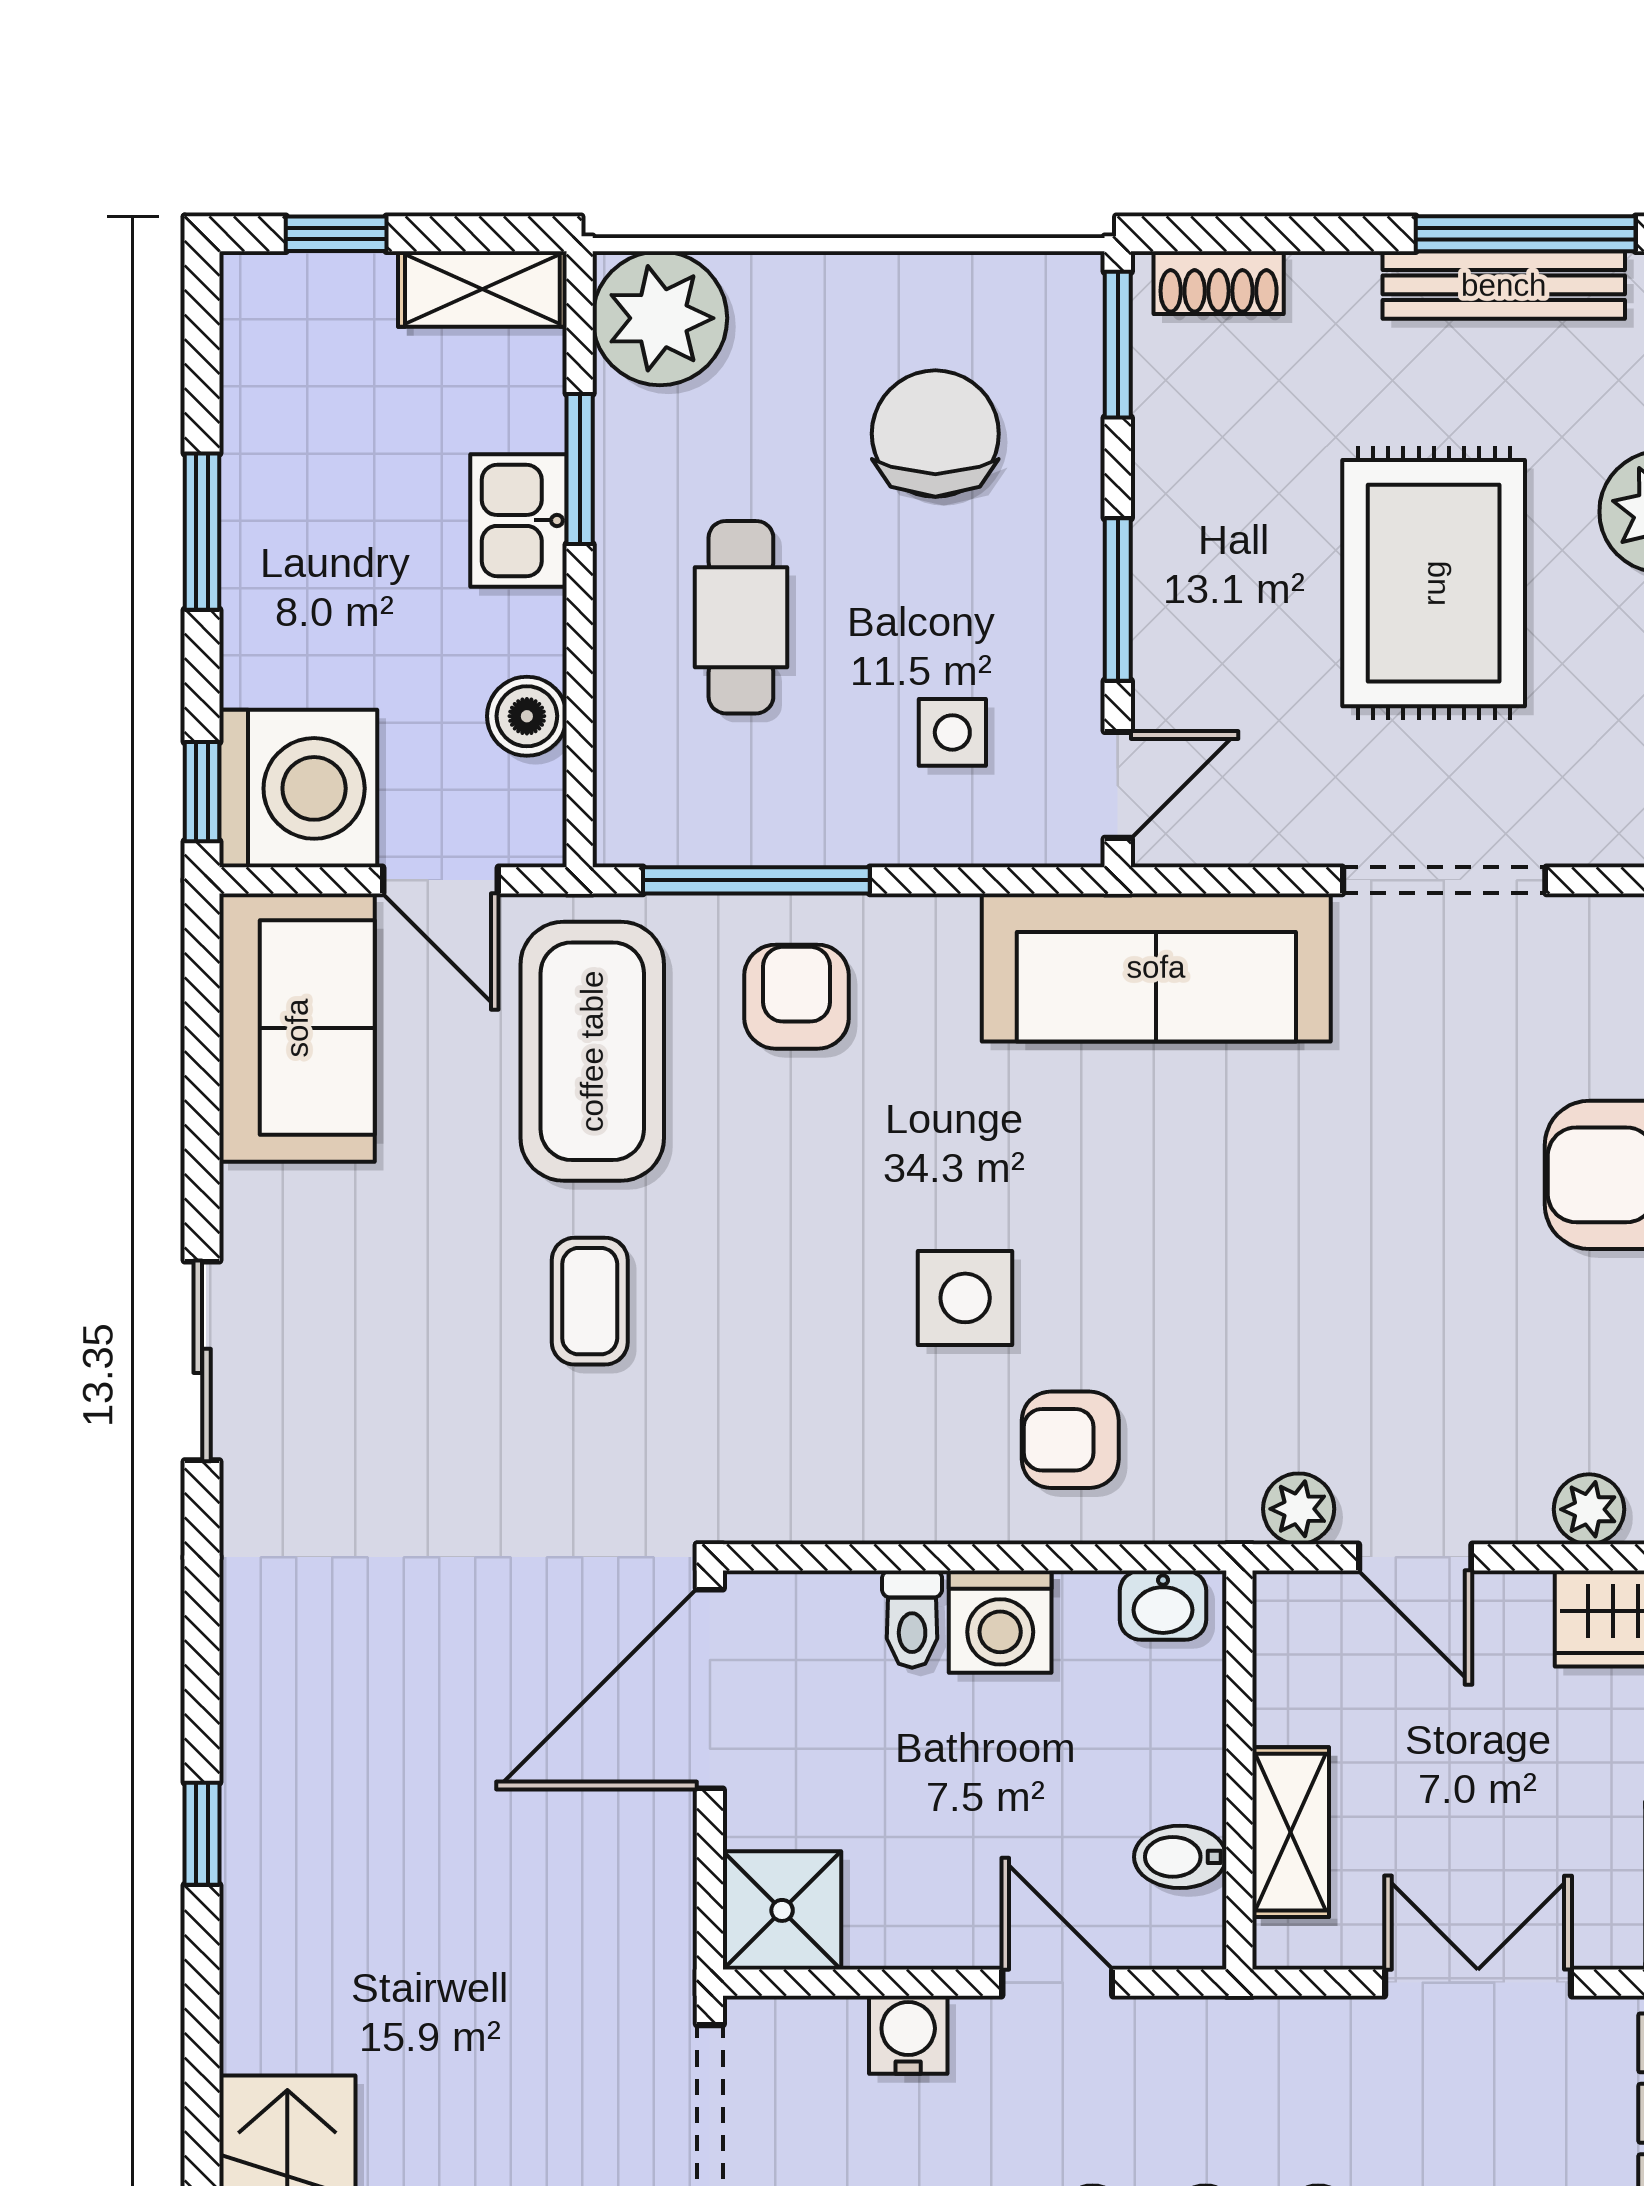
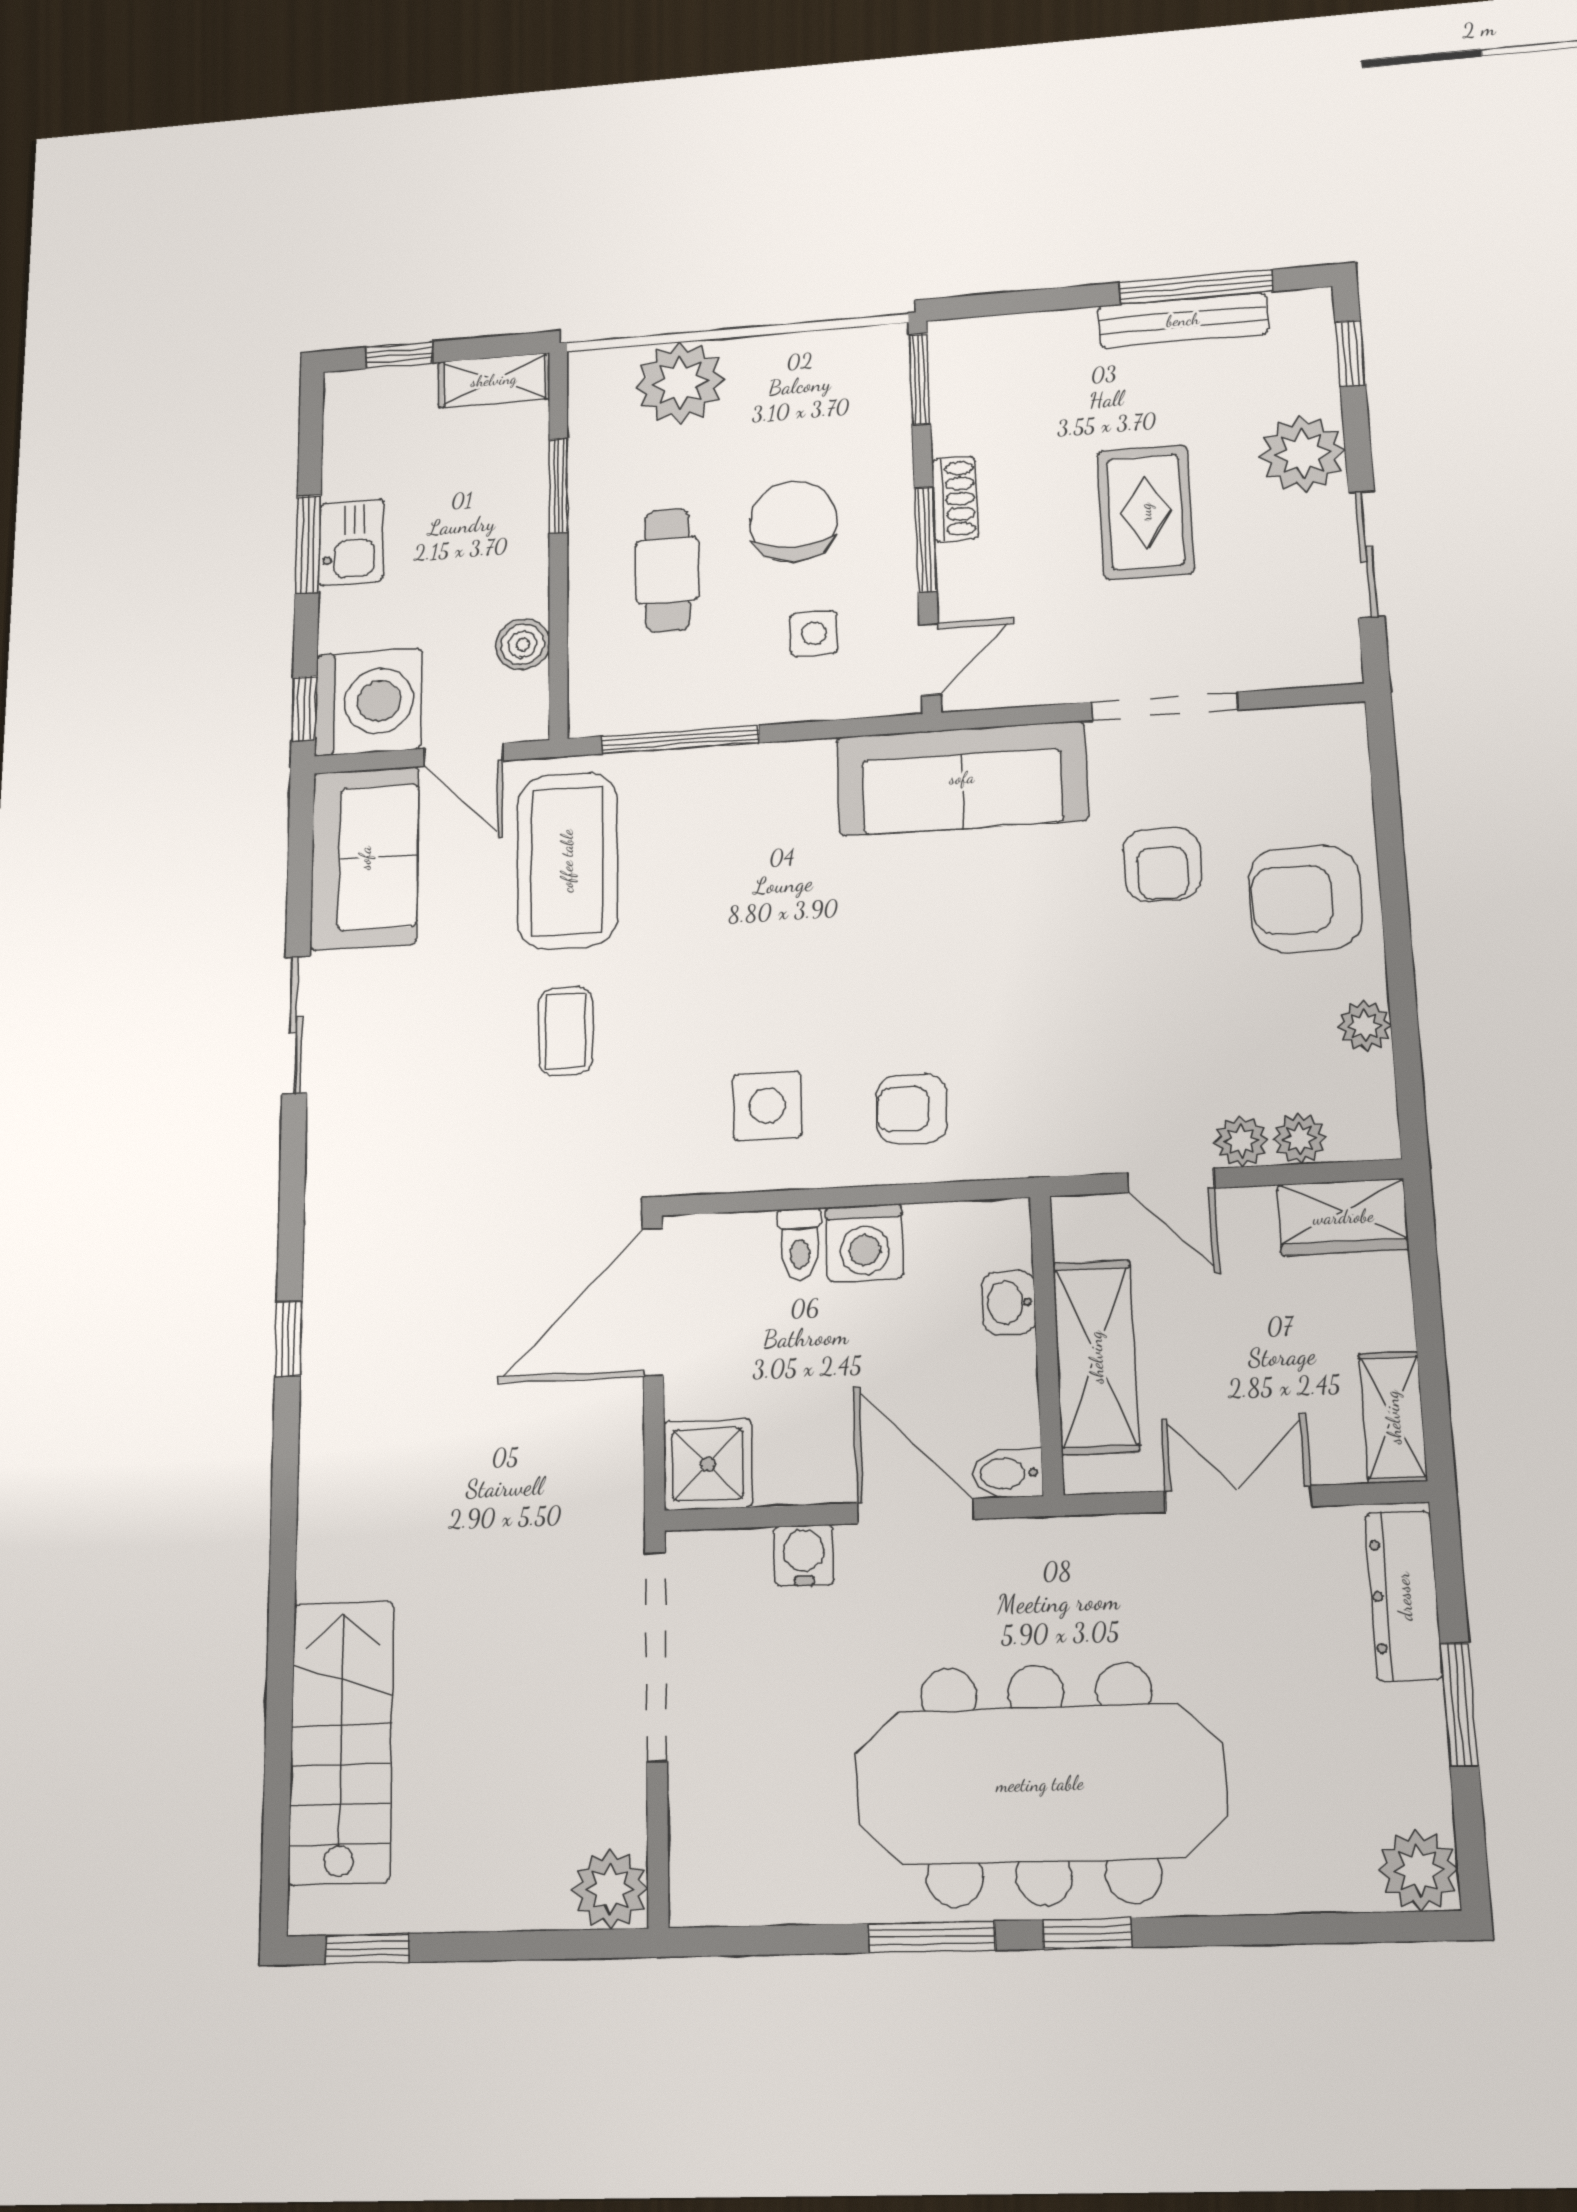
shoe rack: (1219, 283) -> (955, 499), moved, turned -90
plant: (660, 318) -> (680, 383), moved
chair: (935, 434) -> (793, 522), moved
kitchen sink: (518, 520) -> (351, 542), moved, turned 180
rug: (1434, 583) -> (1145, 512), width x0.73, depth x0.70
armchair: (797, 997) -> (1162, 864), moved, turned 180
side table: (965, 1298) -> (767, 1106), moved
sliding door: (202, 1361) -> (296, 1025), moved
plant: (1299, 1509) -> (1241, 1141), moved
washbasin: (1163, 1605) -> (1009, 1302), moved, turned 90
shelving: (1291, 1832) -> (1096, 1357), width x1.50, depth x1.33
window: (202, 1834) -> (288, 1339), moved
bidet: (1180, 1857) -> (1007, 1473), moved
door: (1057, 1983) -> (915, 1511), width x1.37

